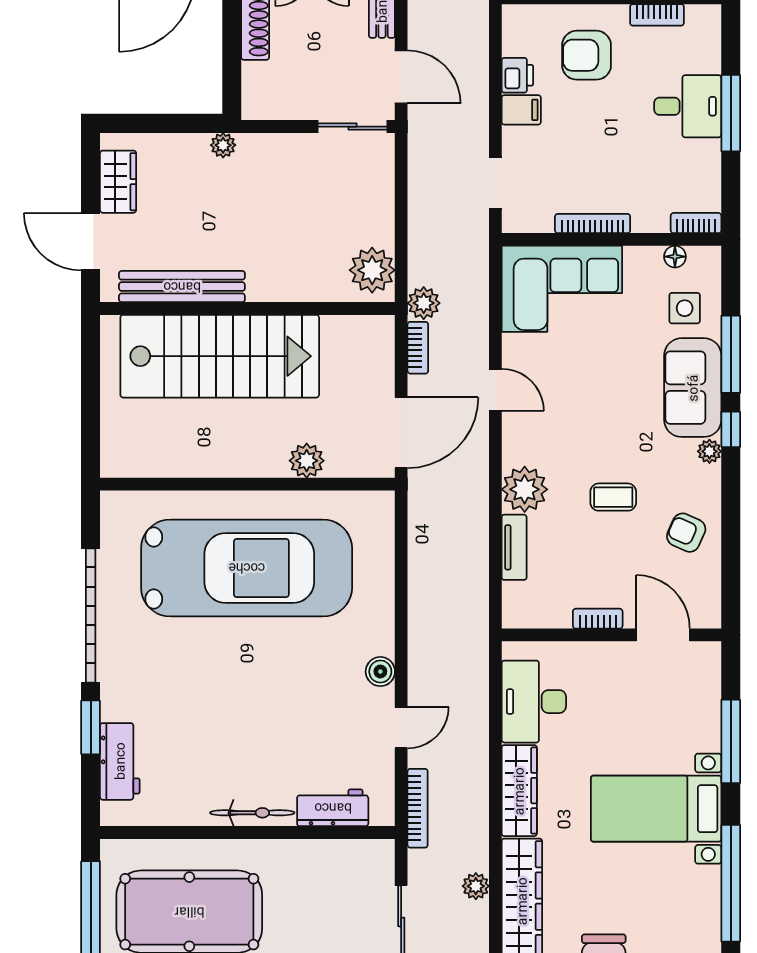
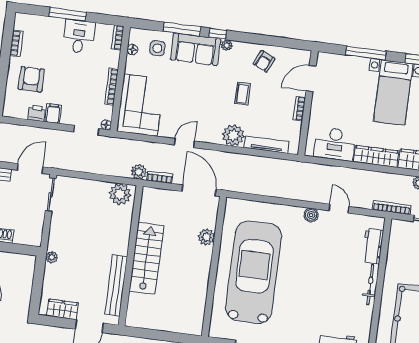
armchair: (587, 55) -> (31, 79), turned 180
desk: (688, 106) -> (79, 36), moved
floor lamp: (512, 223) -> (106, 125), added
stairs: (220, 356) -> (146, 258), width x0.73, depth x0.66
tv unit: (514, 547) -> (267, 145), width x1.41
bookcase: (418, 808) -> (392, 208), moved

